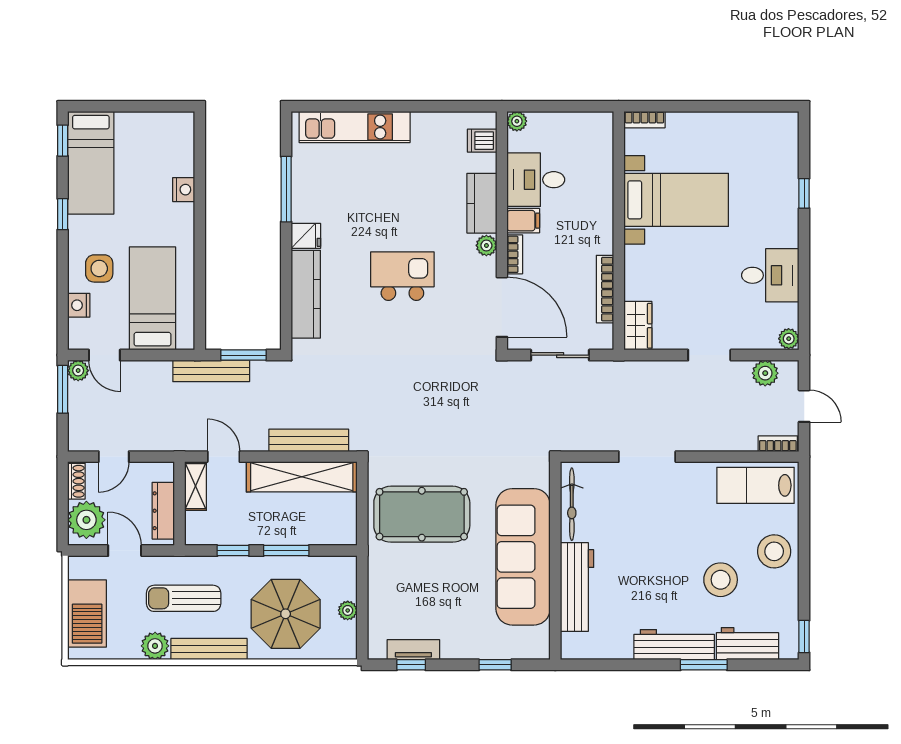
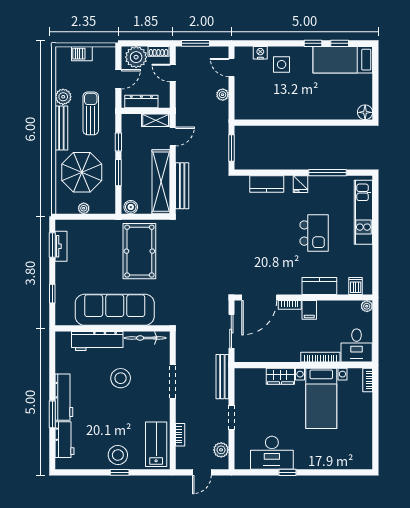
floor lamp: (182, 124) -> (365, 112), added
window: (63, 141) -> (340, 43), moved
desk: (536, 180) -> (357, 345), moved, turned 180
nightstand: (184, 190) -> (327, 113), removed
window: (804, 193) -> (288, 472), moved
plant: (486, 245) -> (295, 289), removed
desk: (770, 275) -> (272, 453), width x1.37
kitchen island: (402, 276) -> (314, 233), moved
bookcase: (605, 289) -> (320, 357), moved
kitchen counter: (306, 294) -> (267, 184), width x0.67
bed: (153, 298) -> (264, 95), removed
wardrobe: (638, 326) -> (280, 376), moved
plant: (789, 339) -> (241, 463), removed
door: (104, 355) -> (231, 67), hinge flipped
plant: (78, 371) -> (223, 95), moved
bench: (211, 371) -> (222, 377), moved
window: (63, 389) -> (195, 43), moved
bookcase: (778, 444) -> (180, 435), moved
boiler: (346, 529) -> (131, 207), added
stool: (721, 580) -> (121, 378), moved
barbecue: (87, 614) -> (82, 54), width x0.53, depth x0.65
window: (804, 636) -> (120, 472), moved
window: (411, 665) -> (52, 245), width x1.50

